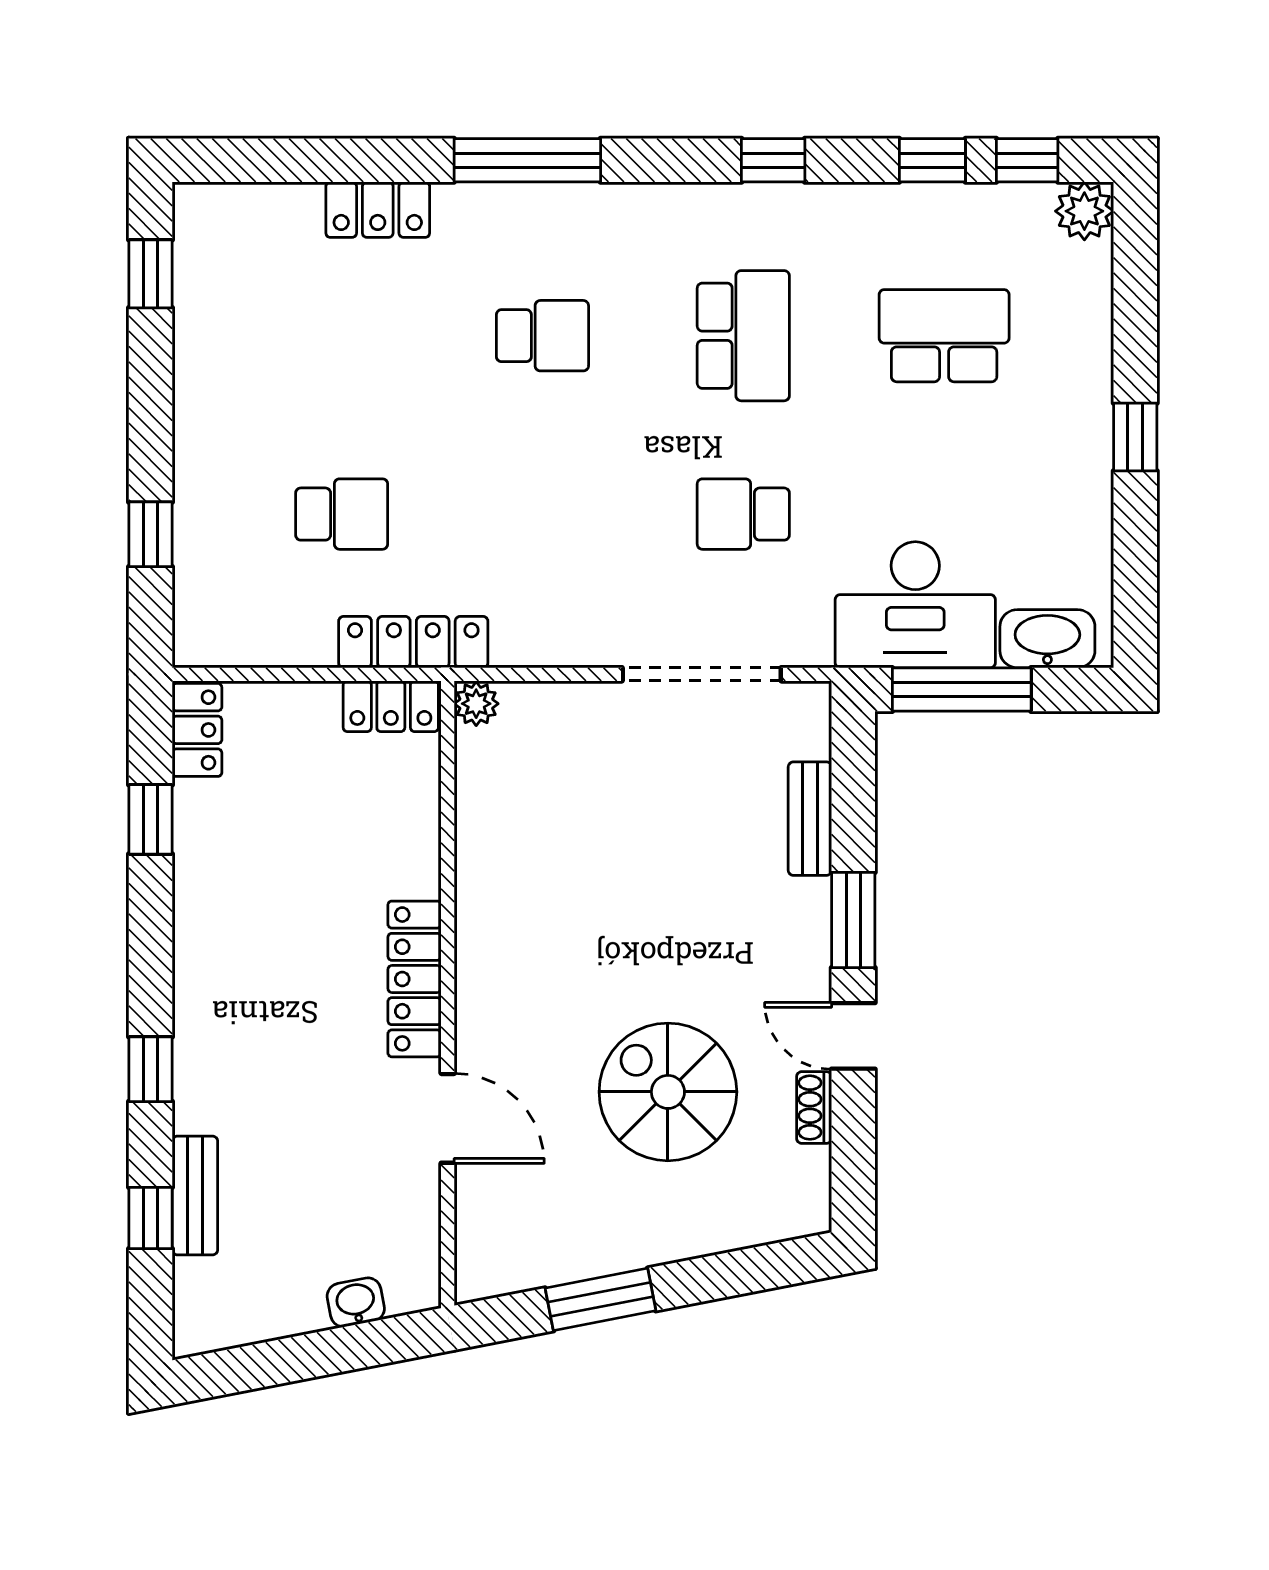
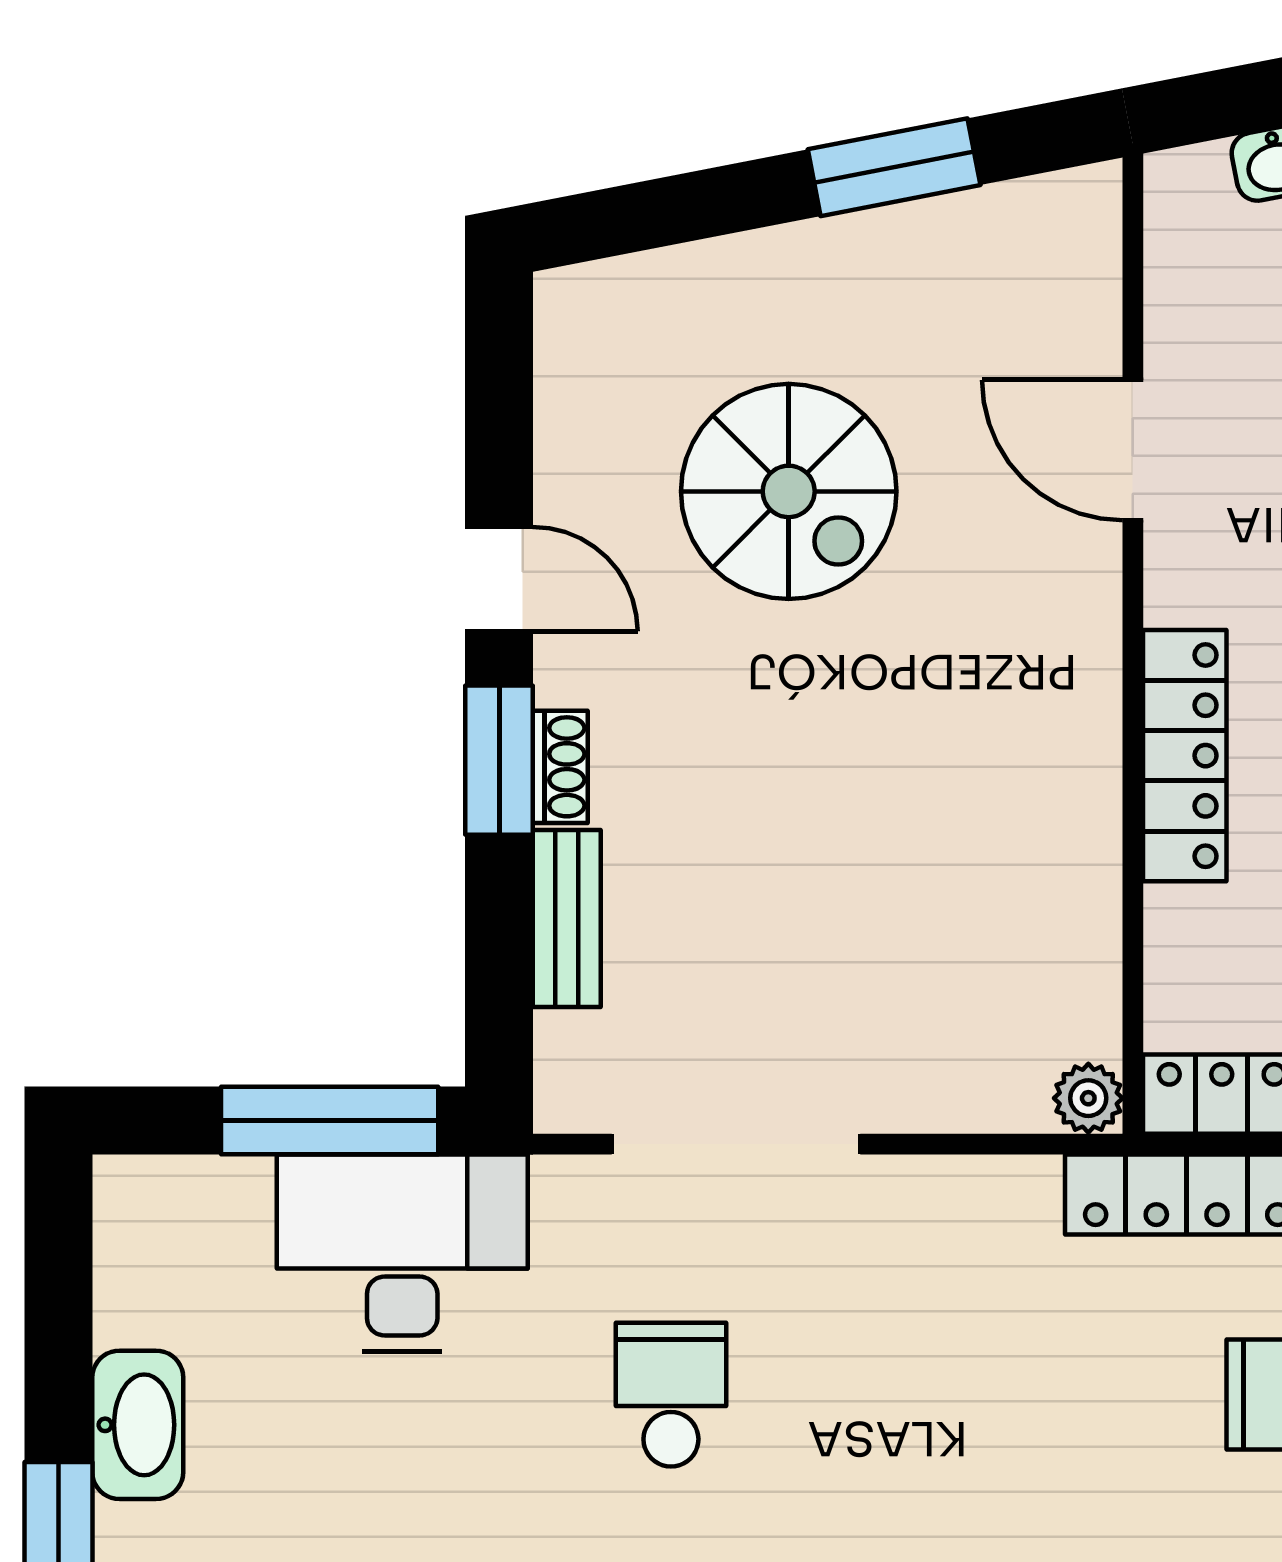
school desk: (743, 514) -> (671, 1395), turned -90
washbasin: (1047, 639) -> (138, 1425), moved, turned -90
locker: (415, 979) -> (1185, 756), moved
shoe rack: (814, 1108) -> (560, 767), moved

